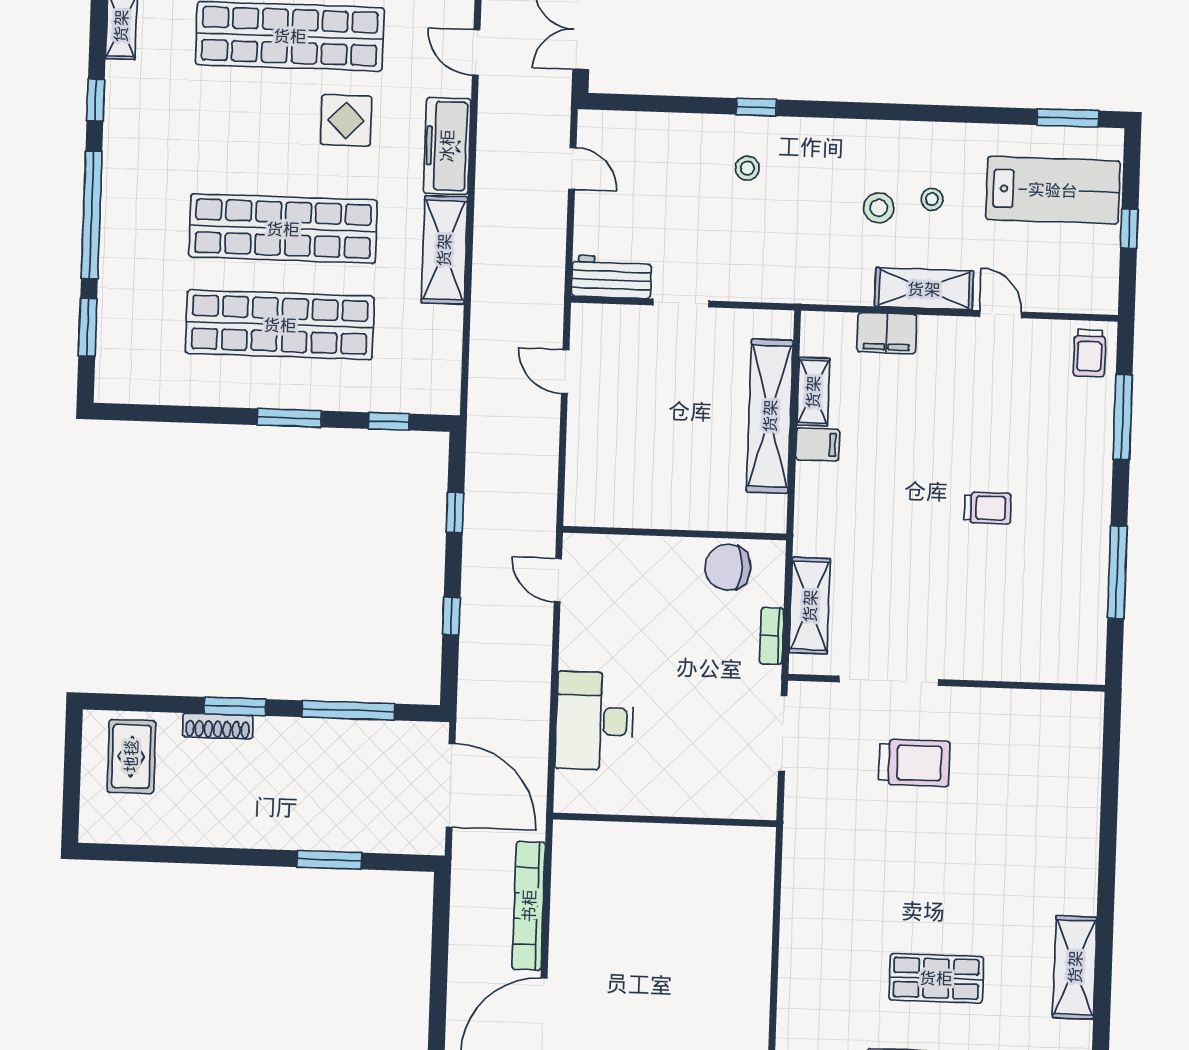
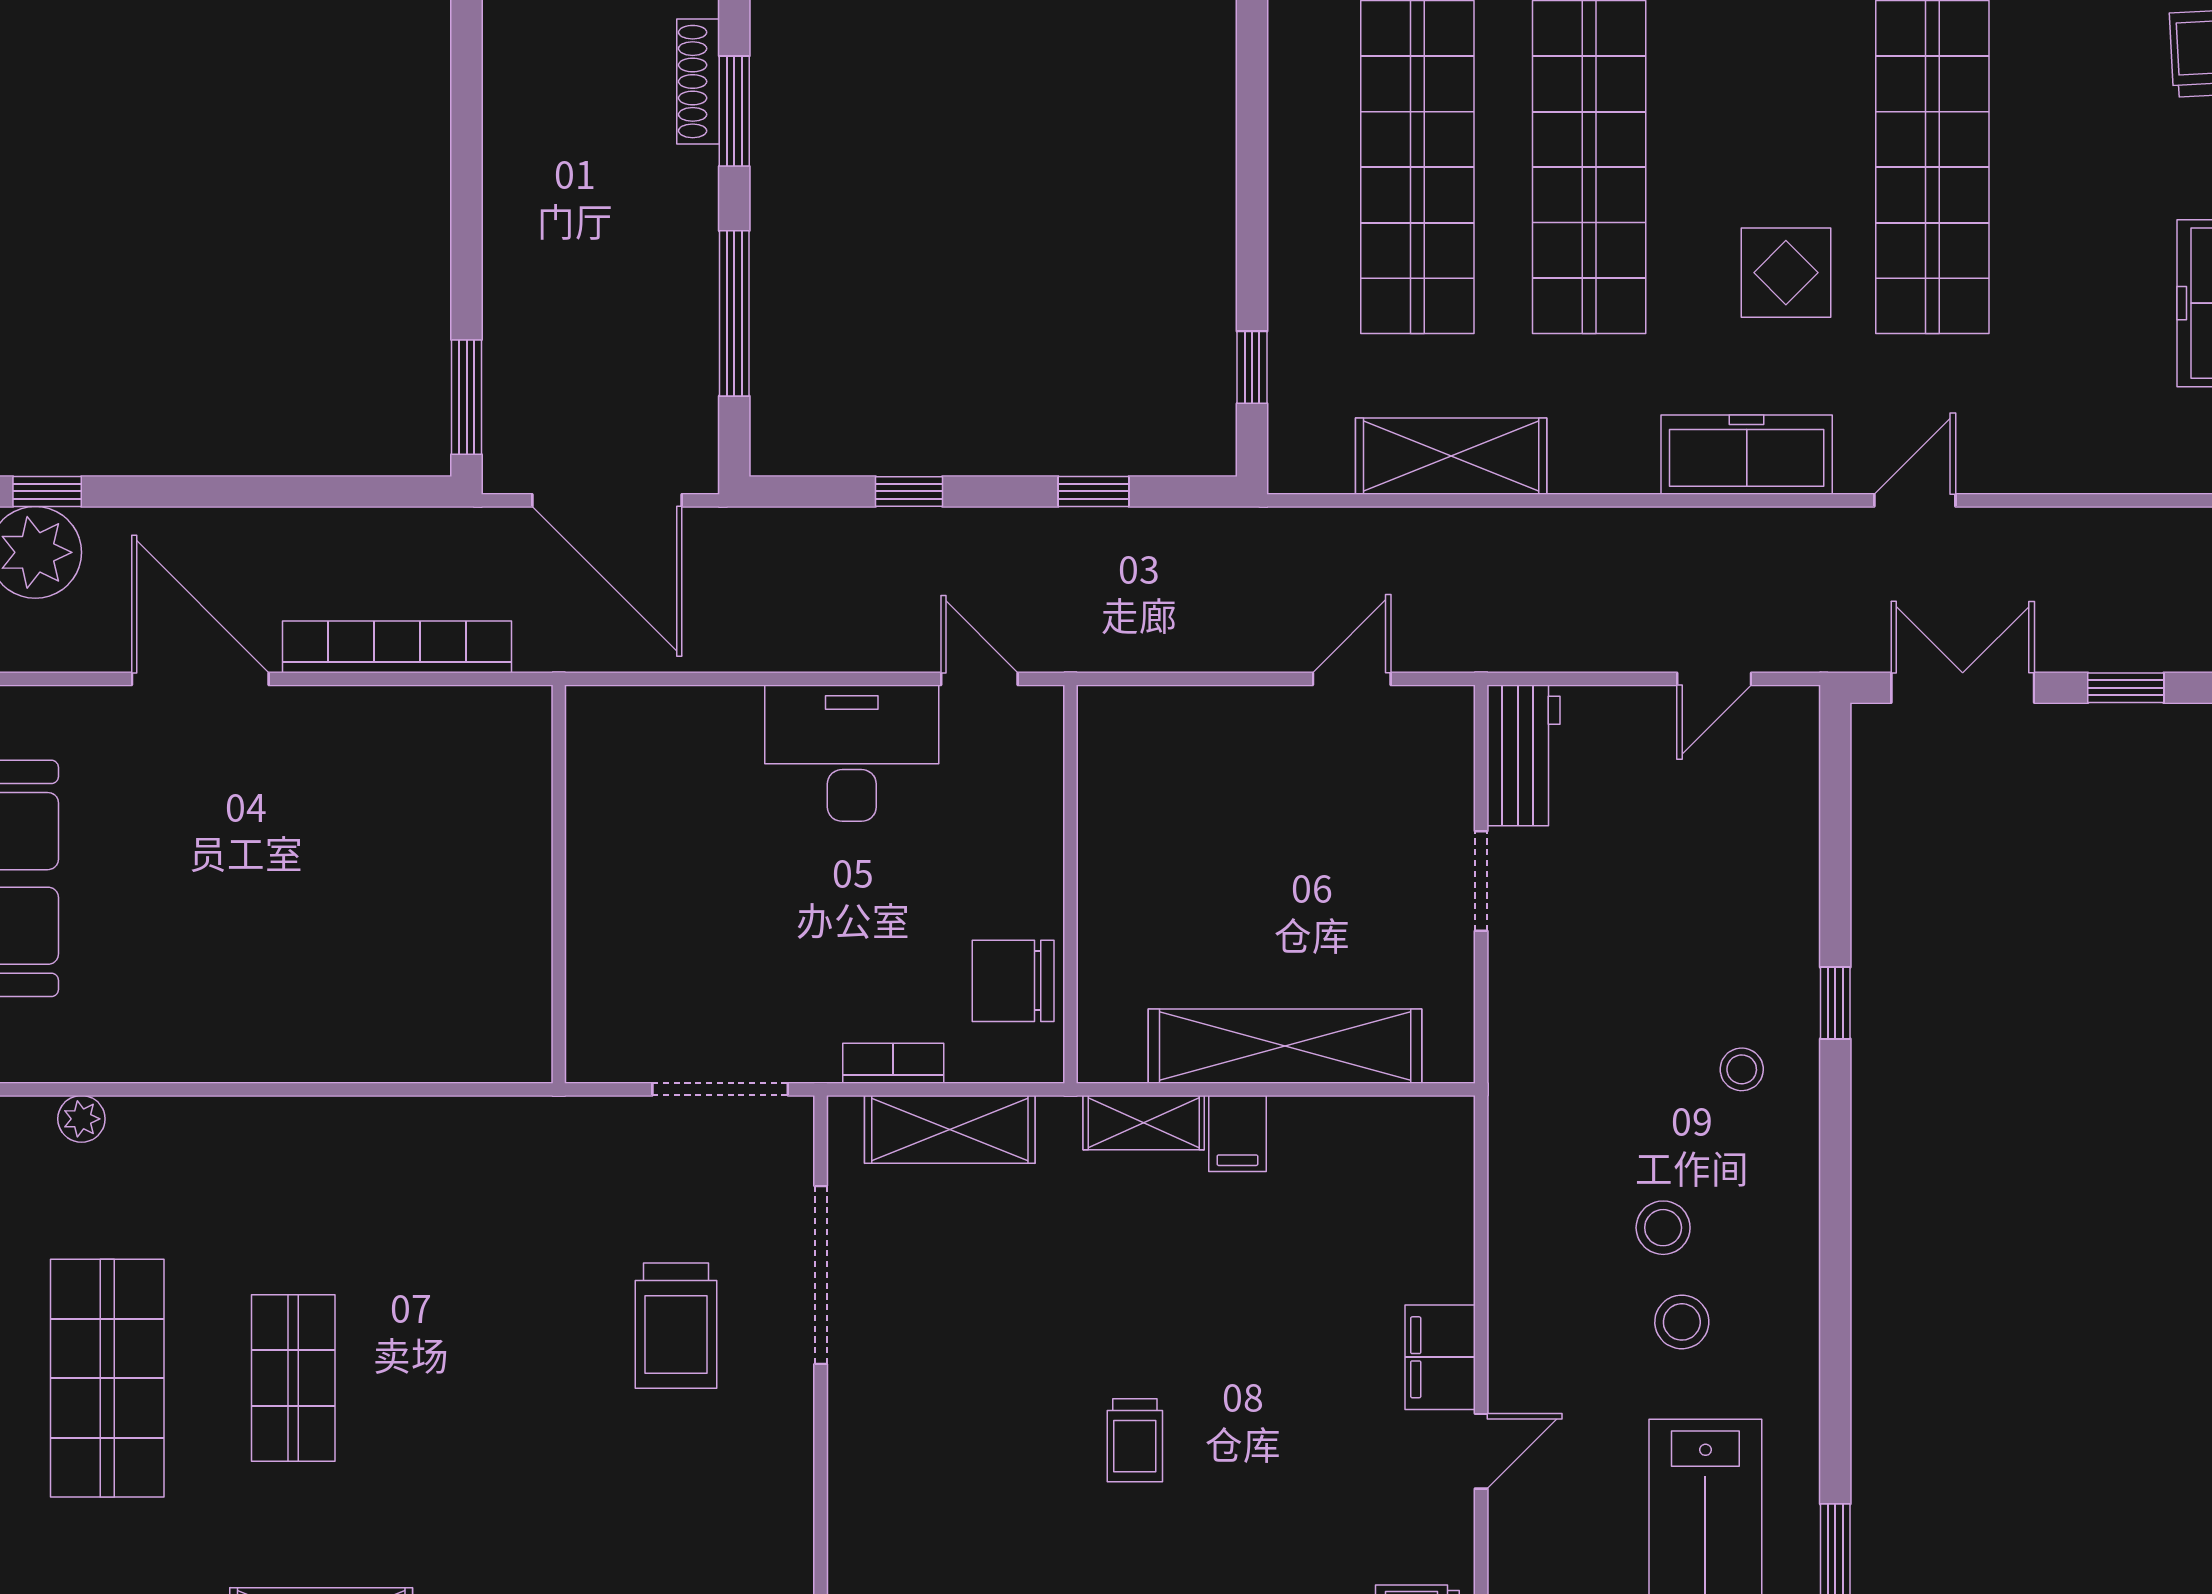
stool: (747, 168) -> (1742, 1069), moved
stool: (932, 199) -> (1682, 1322), width x1.37, depth x1.37
shelving: (444, 250) -> (1451, 456), moved
shelving: (924, 289) -> (1522, 1313), removed
filing cabinet: (887, 333) -> (1440, 1357), moved
shelving: (813, 392) -> (1144, 1123), moved
window: (289, 418) -> (1252, 190), removed
chair: (728, 567) -> (1013, 981), turned -90
door: (558, 580) -> (979, 679), hinge flipped
desk: (595, 721) -> (852, 753), moved
door: (451, 785) -> (607, 500), hinge flipped
window: (329, 860) -> (467, 397), moved

